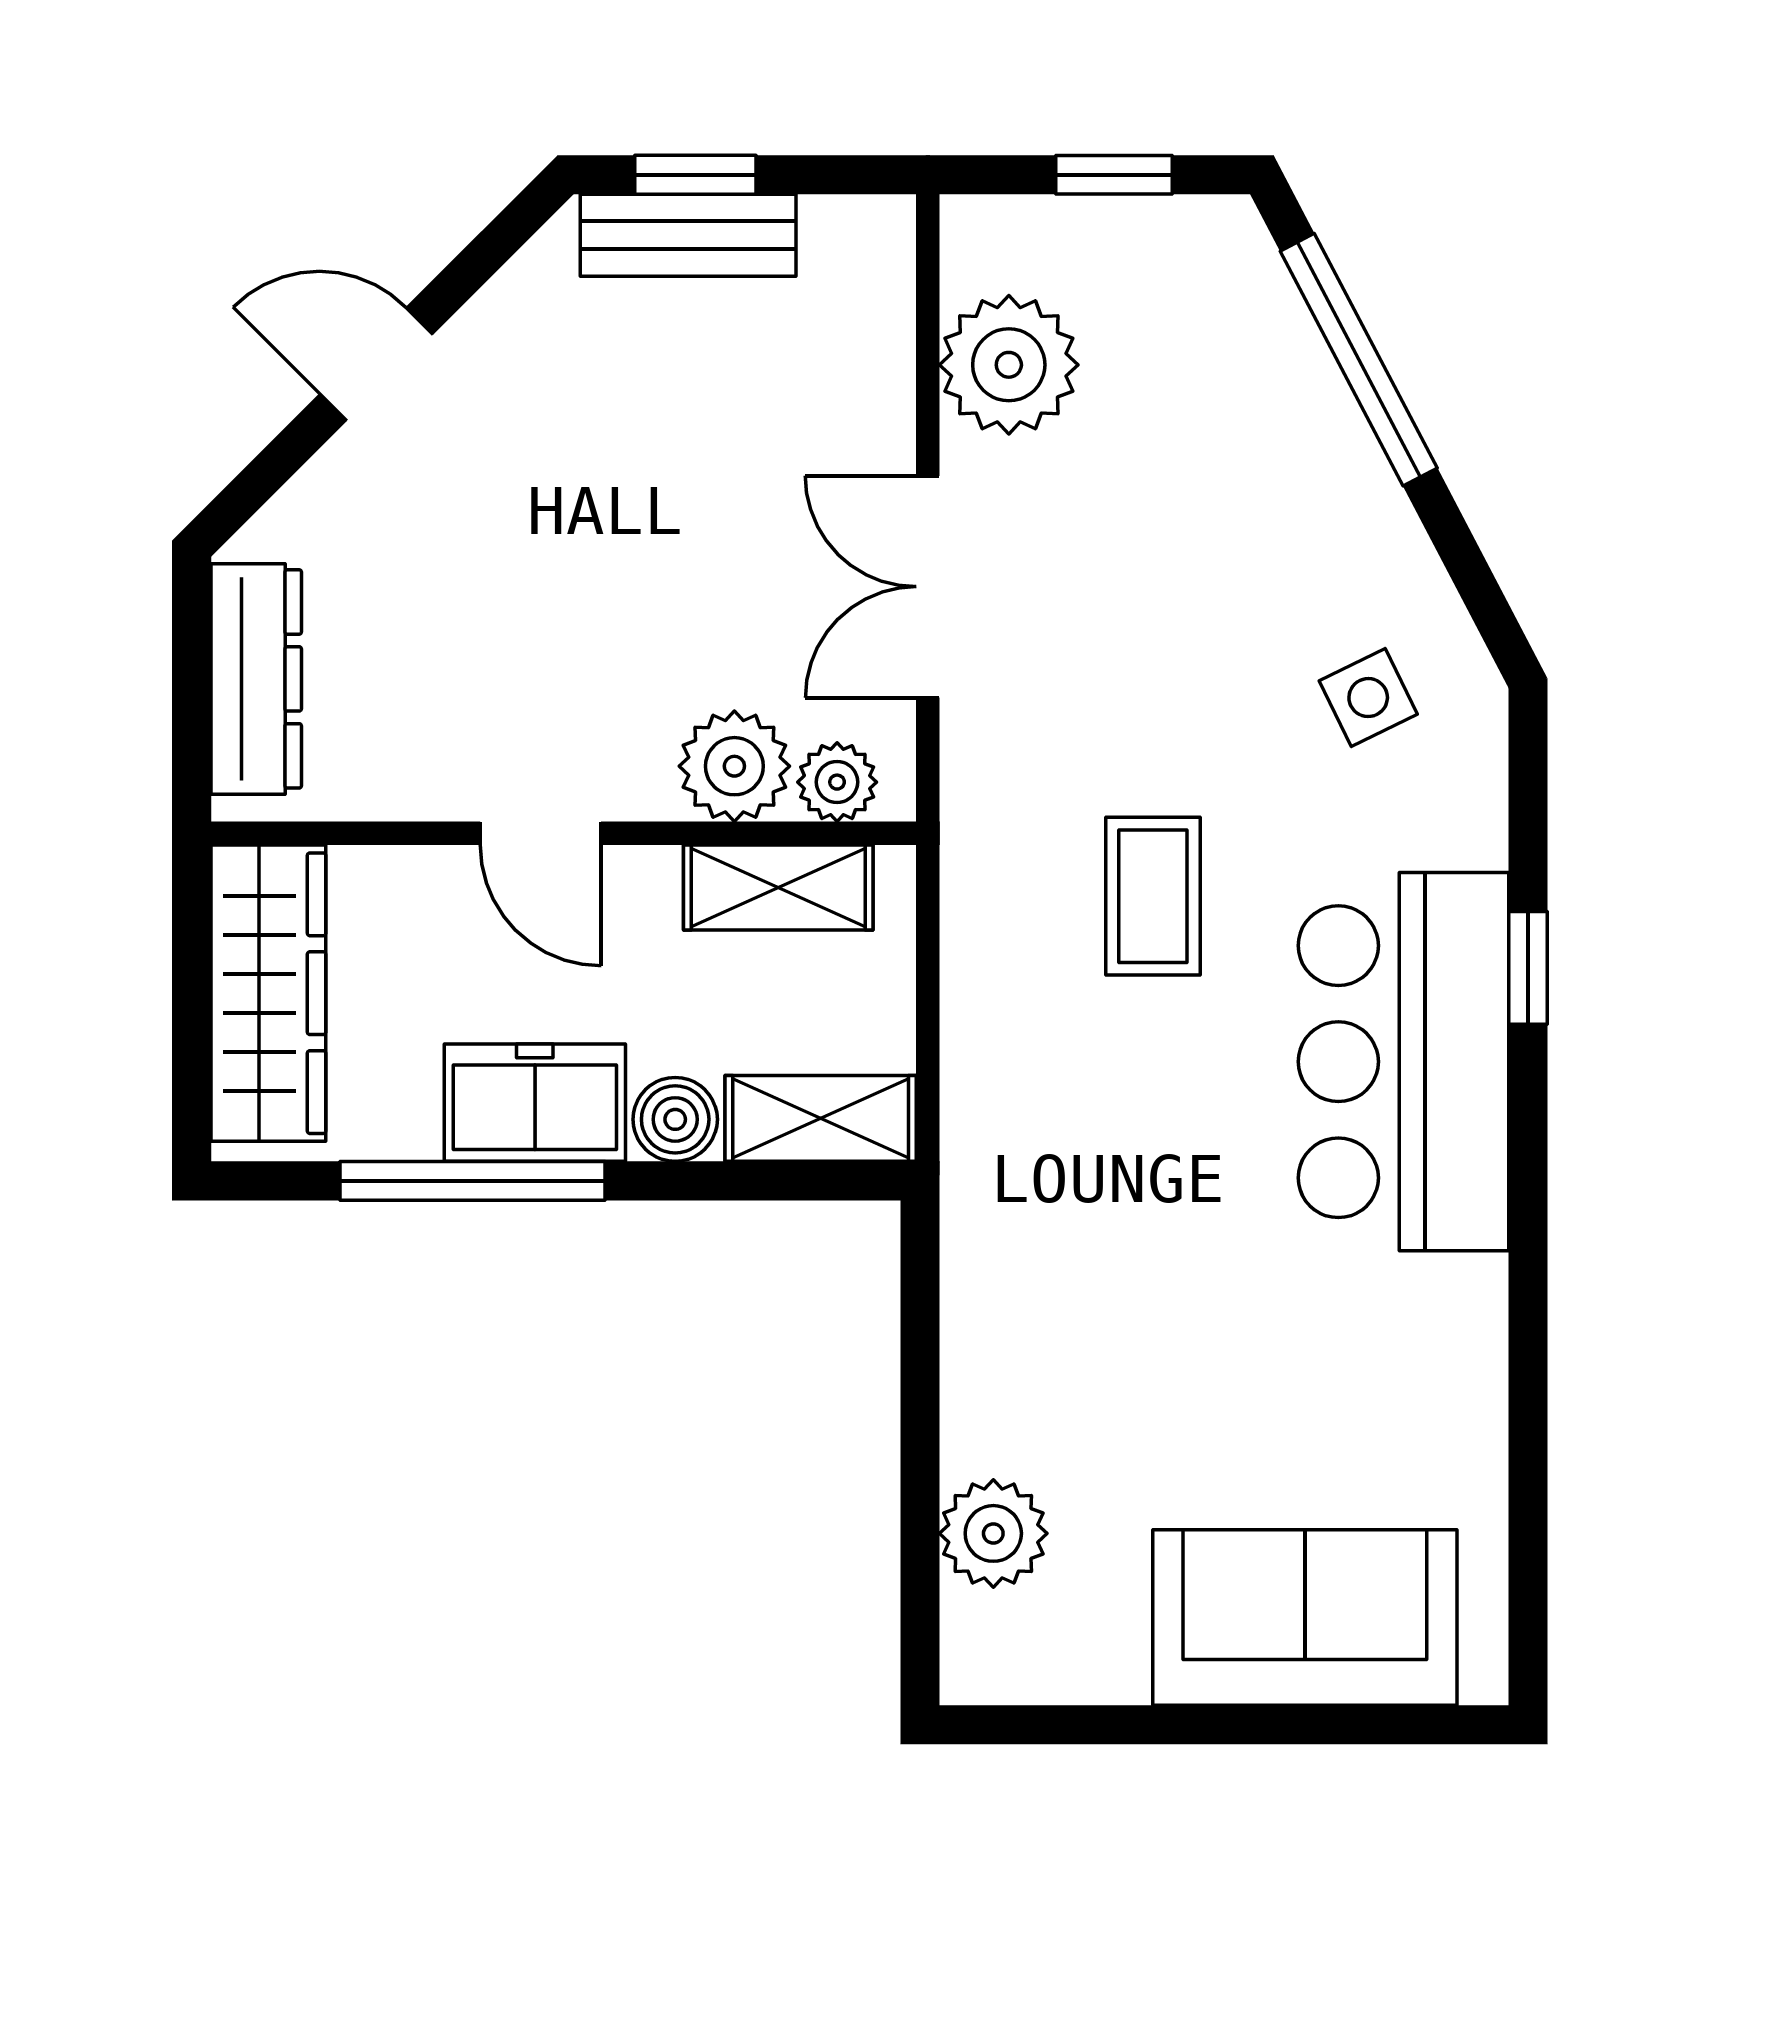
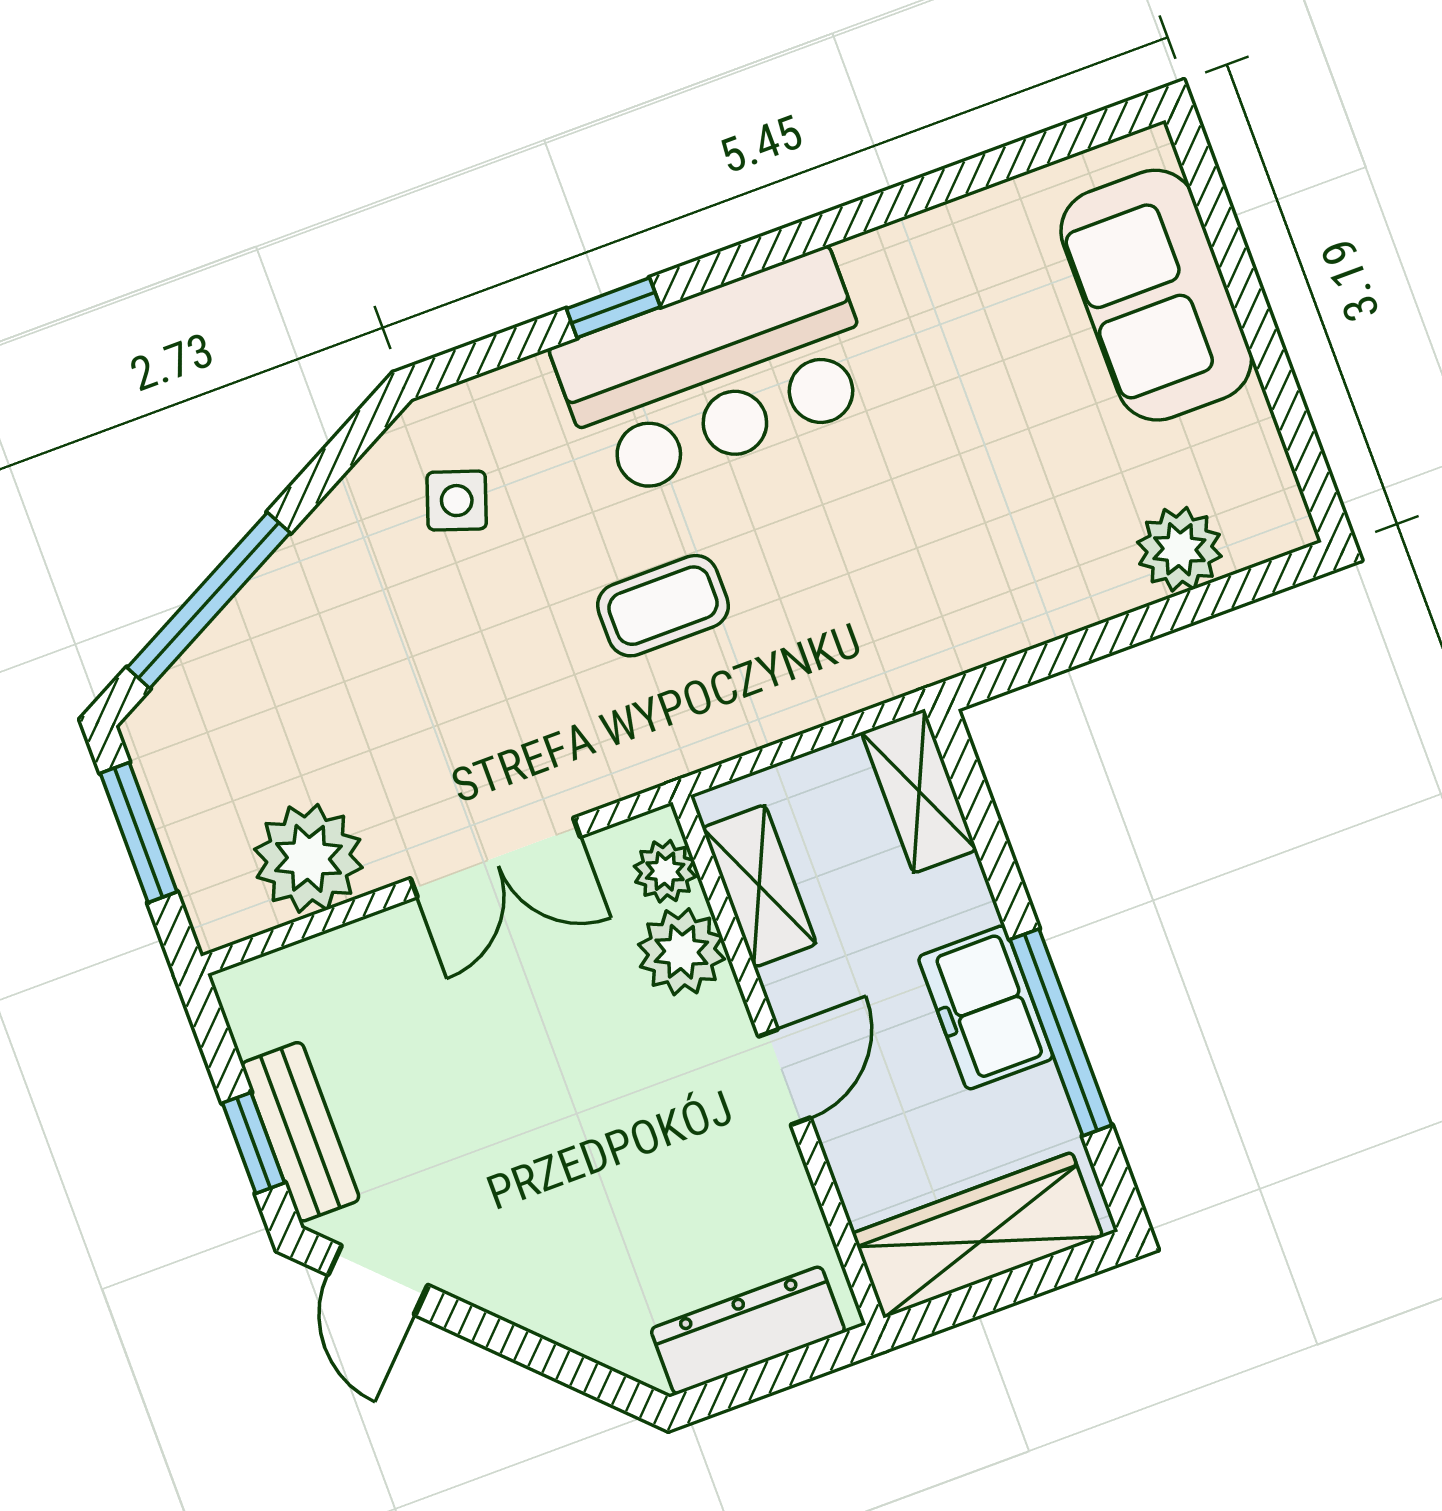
window: (1114, 175) -> (139, 832), width x1.50
door: (376, 364) -> (378, 1280), moved
side table: (1368, 698) -> (457, 501), turned 45
boiler: (675, 1119) -> (960, 899), removed

